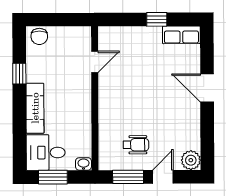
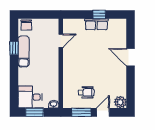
row of seats: (181, 35) -> (96, 24), moved
exam couch: (35, 108) -> (24, 51), moved

